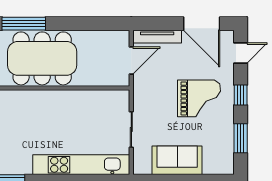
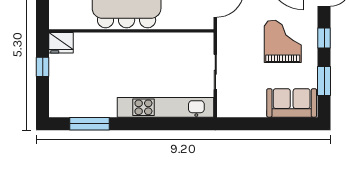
grand piano: (199, 98) -> (283, 41), turned -90
sofa: (177, 160) -> (292, 103), moved

